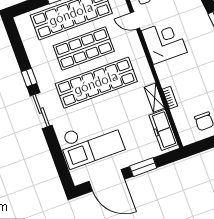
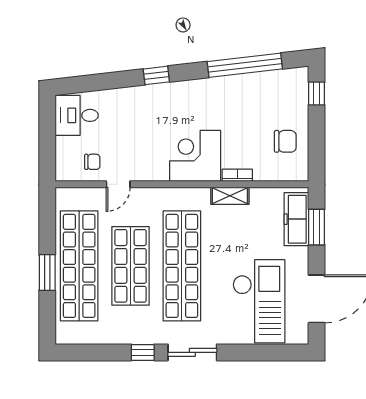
corner desk: (164, 42) -> (195, 156), moved
freezer: (163, 130) -> (296, 219), moved, turned 90
window: (143, 167) -> (317, 227), moved

